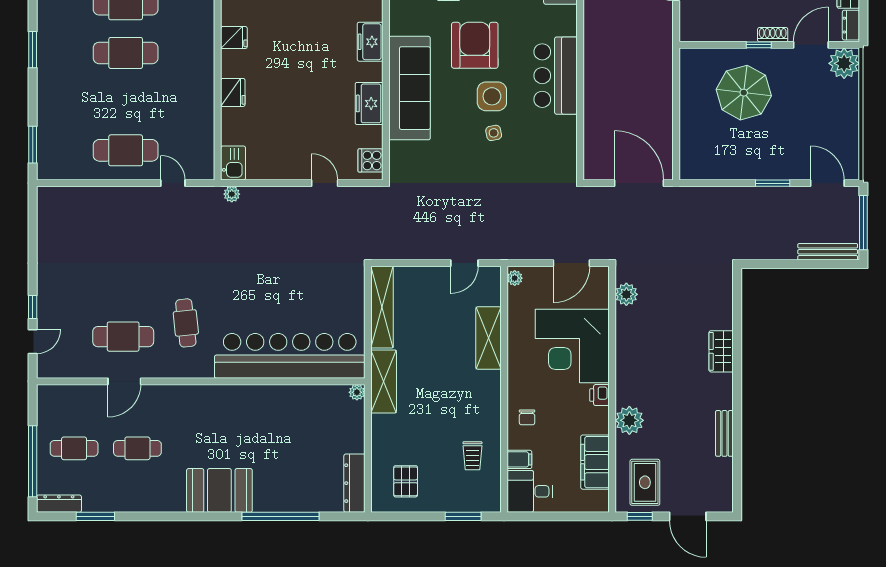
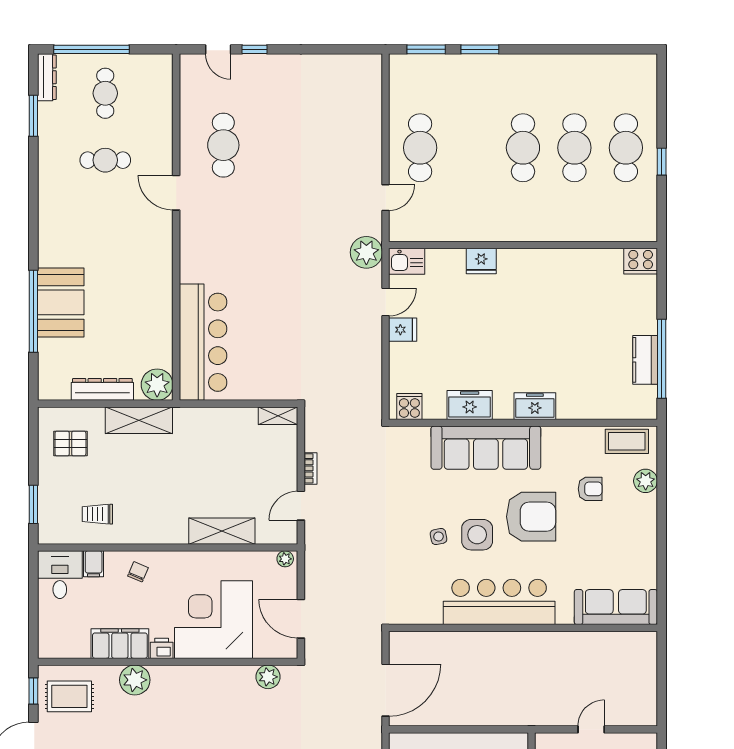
fridge: (234, 38) -> (403, 330), moved, turned -90
window: (33, 50) -> (480, 49), moved
bar counter: (556, 76) -> (499, 602), width x1.36
door: (325, 183) -> (386, 302), moved
plant: (232, 194) -> (366, 252), width x1.88, depth x1.88
bookcase: (429, 254) -> (310, 468), added
door: (464, 263) -> (301, 506), hinge flipped
shelving: (382, 307) -> (278, 416), width x0.45, depth x0.75
cafe table: (186, 323) -> (238, 211), removed
bar counter: (290, 356) -> (203, 342), width x0.73
door: (124, 381) -> (176, 193), moved
shelving: (384, 382) -> (139, 420), moved
plant: (357, 392) -> (157, 385), width x1.88, depth x1.88
chair: (527, 417) -> (138, 572), turned 113
cafe table: (137, 448) -> (105, 160), turned 90
filing cabinet: (595, 462) -> (120, 644), moved
dresser: (354, 483) -> (102, 389), moved
booth: (219, 490) -> (61, 302), moved

